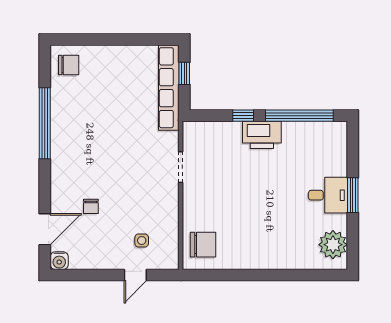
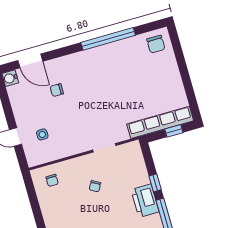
chair: (226, 193) -> (95, 186), added
chair: (203, 245) -> (52, 180), width x0.54, depth x0.54

